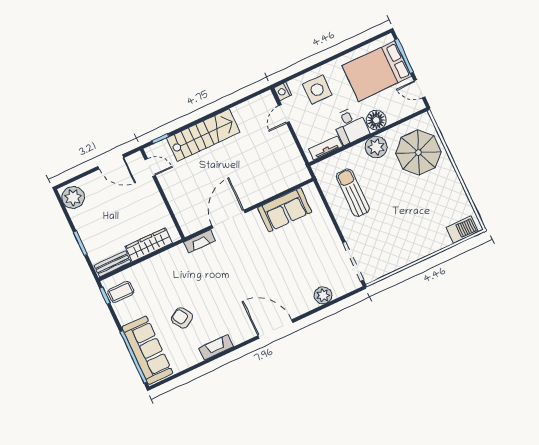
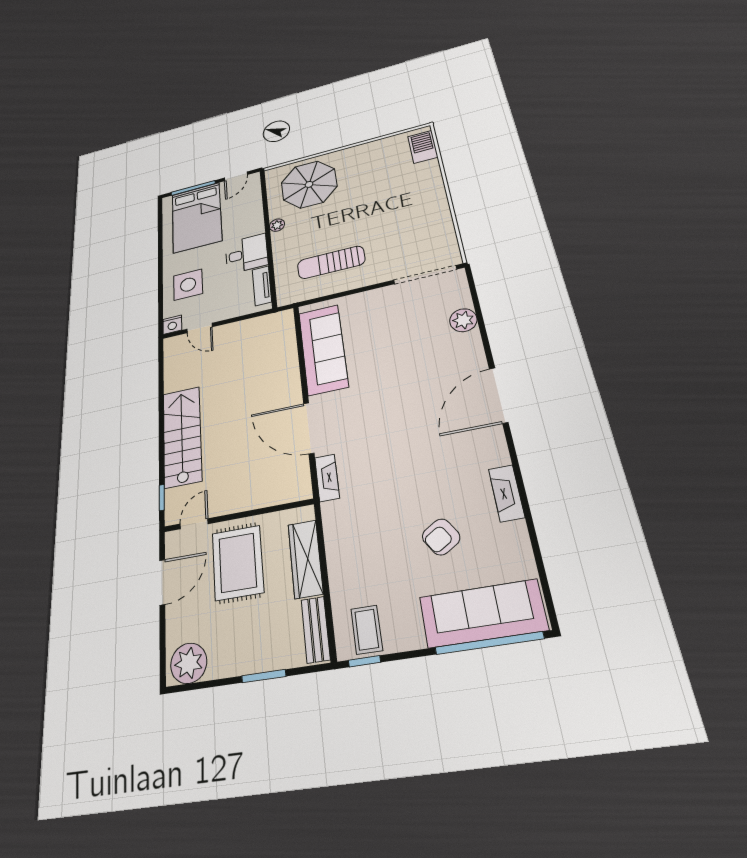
floor lamp: (376, 120) -> (252, 225), removed
plant: (376, 147) -> (277, 225), width x0.53, depth x0.53
rug: (135, 205) -> (238, 563), added
sofa: (285, 210) -> (323, 349), width x1.36

